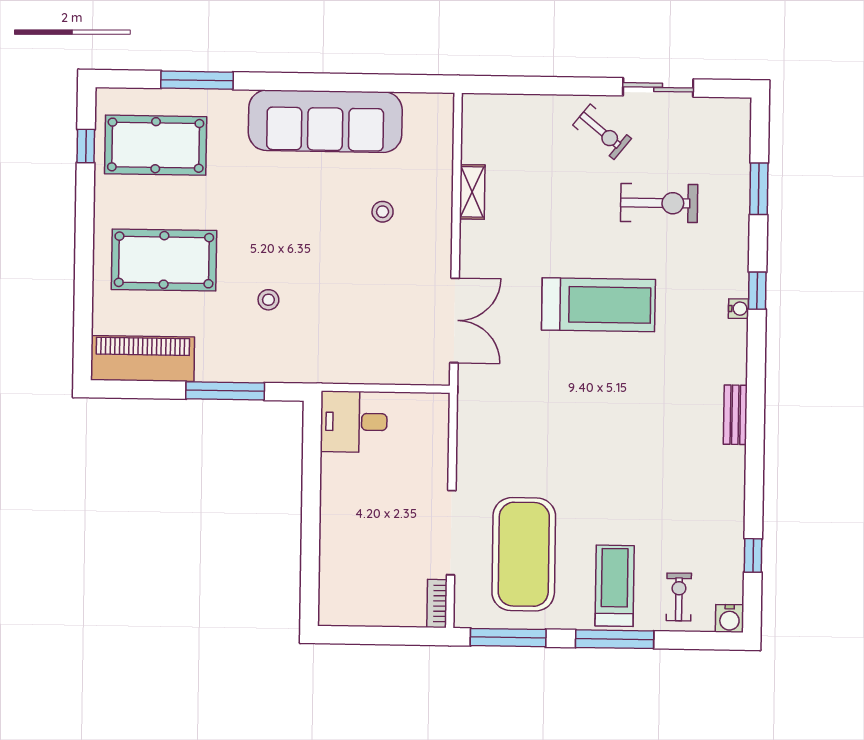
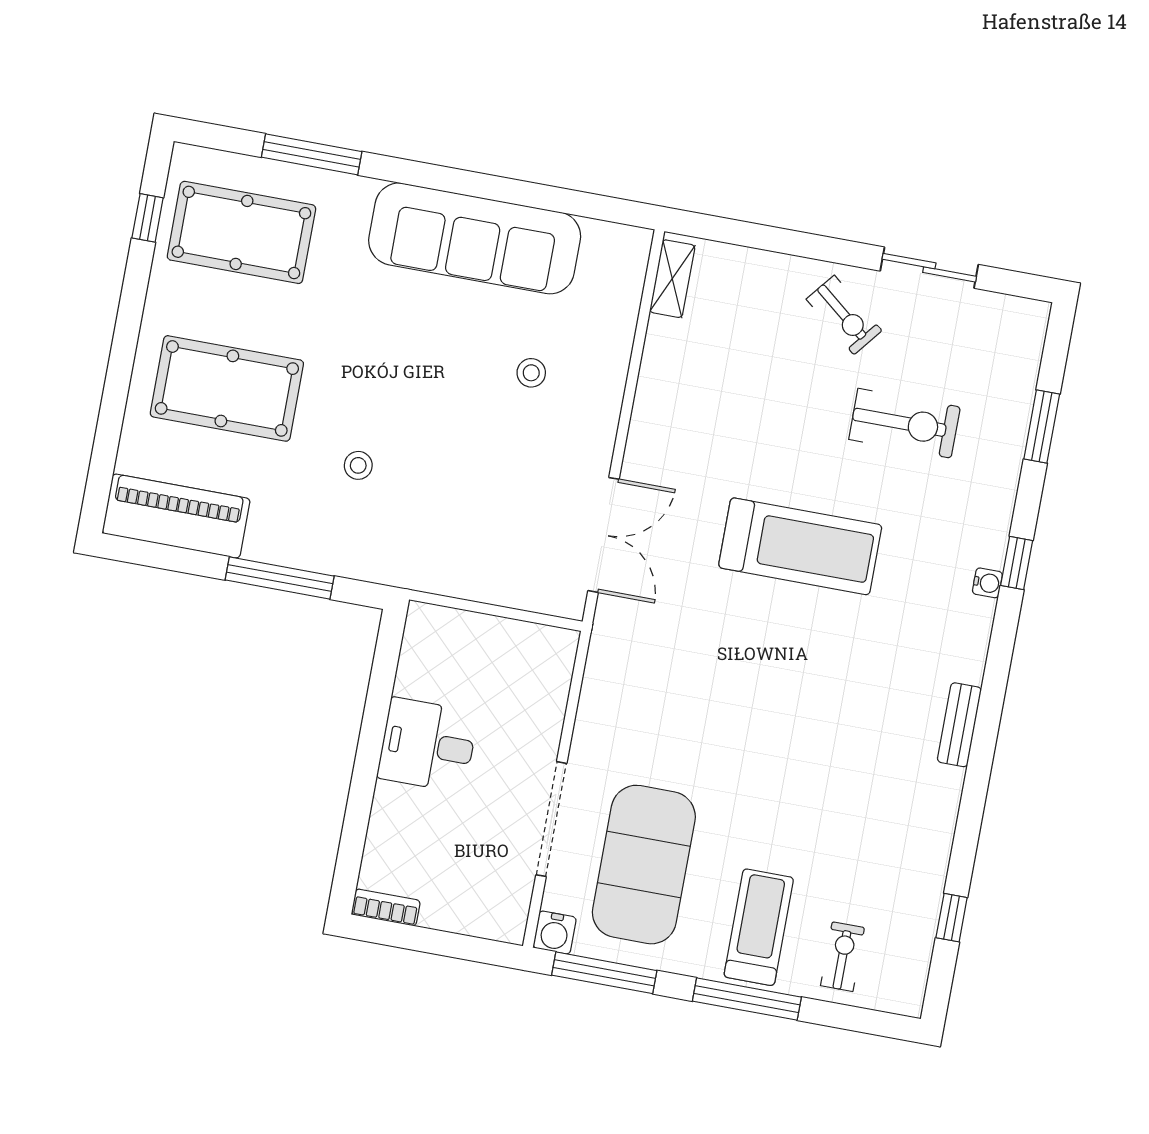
shelving: (472, 192) -> (672, 279), moved
desk: (354, 422) -> (428, 745), moved
bookcase: (437, 604) -> (386, 907), moved, turned 90
water cooler: (729, 618) -> (555, 932), moved

